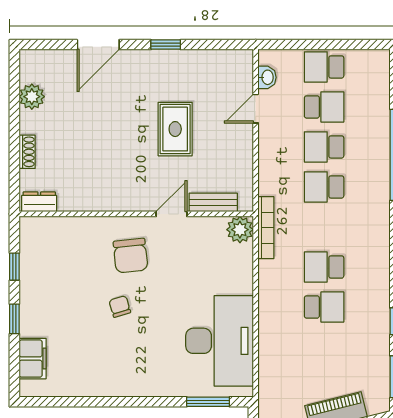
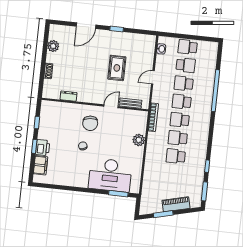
door: (256, 109) -> (153, 77), moved
dresser: (39, 202) -> (68, 96), moved
school desk: (324, 227) -> (180, 120), added
plant: (240, 230) -> (139, 140), moved
school desk: (324, 307) -> (176, 156), turned 180
printer: (33, 320) -> (43, 148), added
desk: (219, 341) -> (110, 175), moved, turned 90

